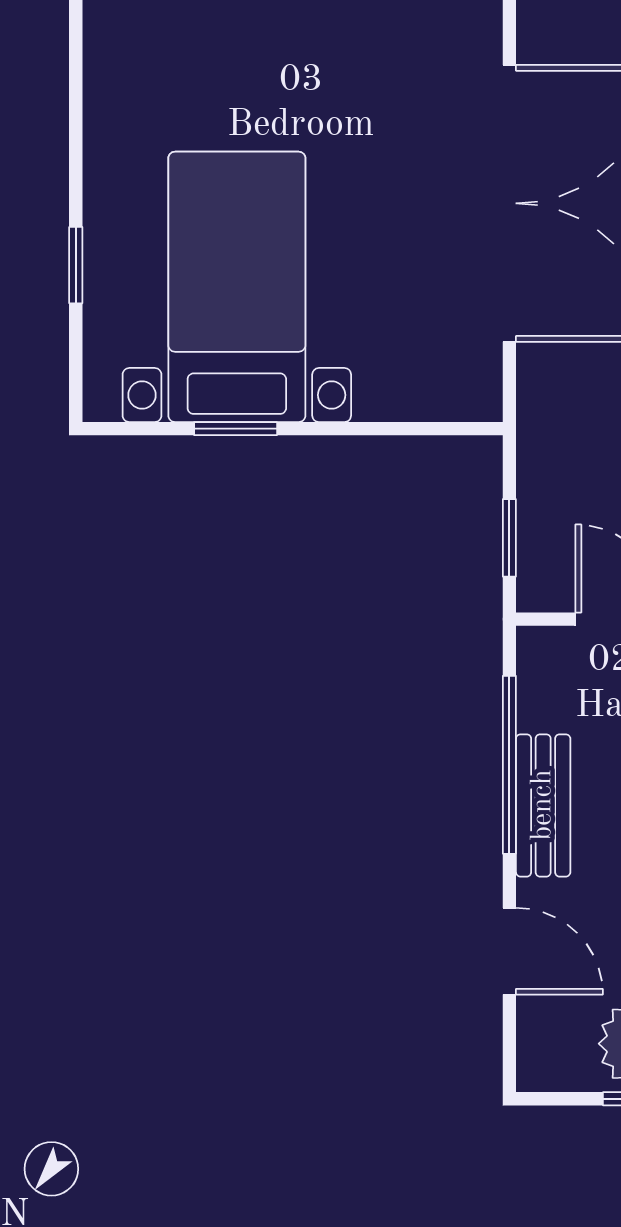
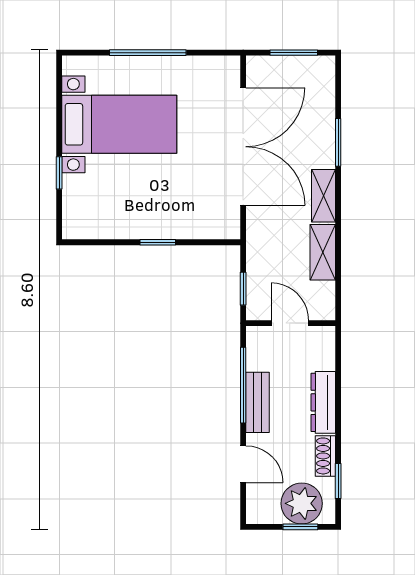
bed with nightstands: (237, 287) -> (119, 124), moved, turned 90
window: (236, 429) -> (158, 242), moved

